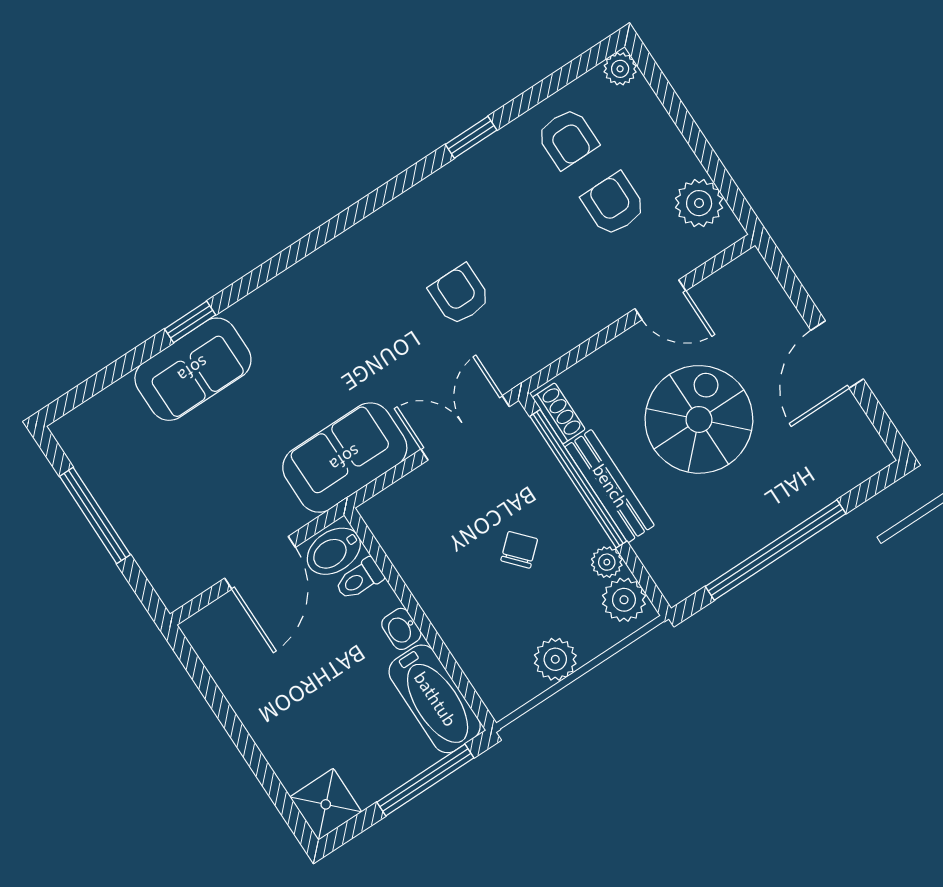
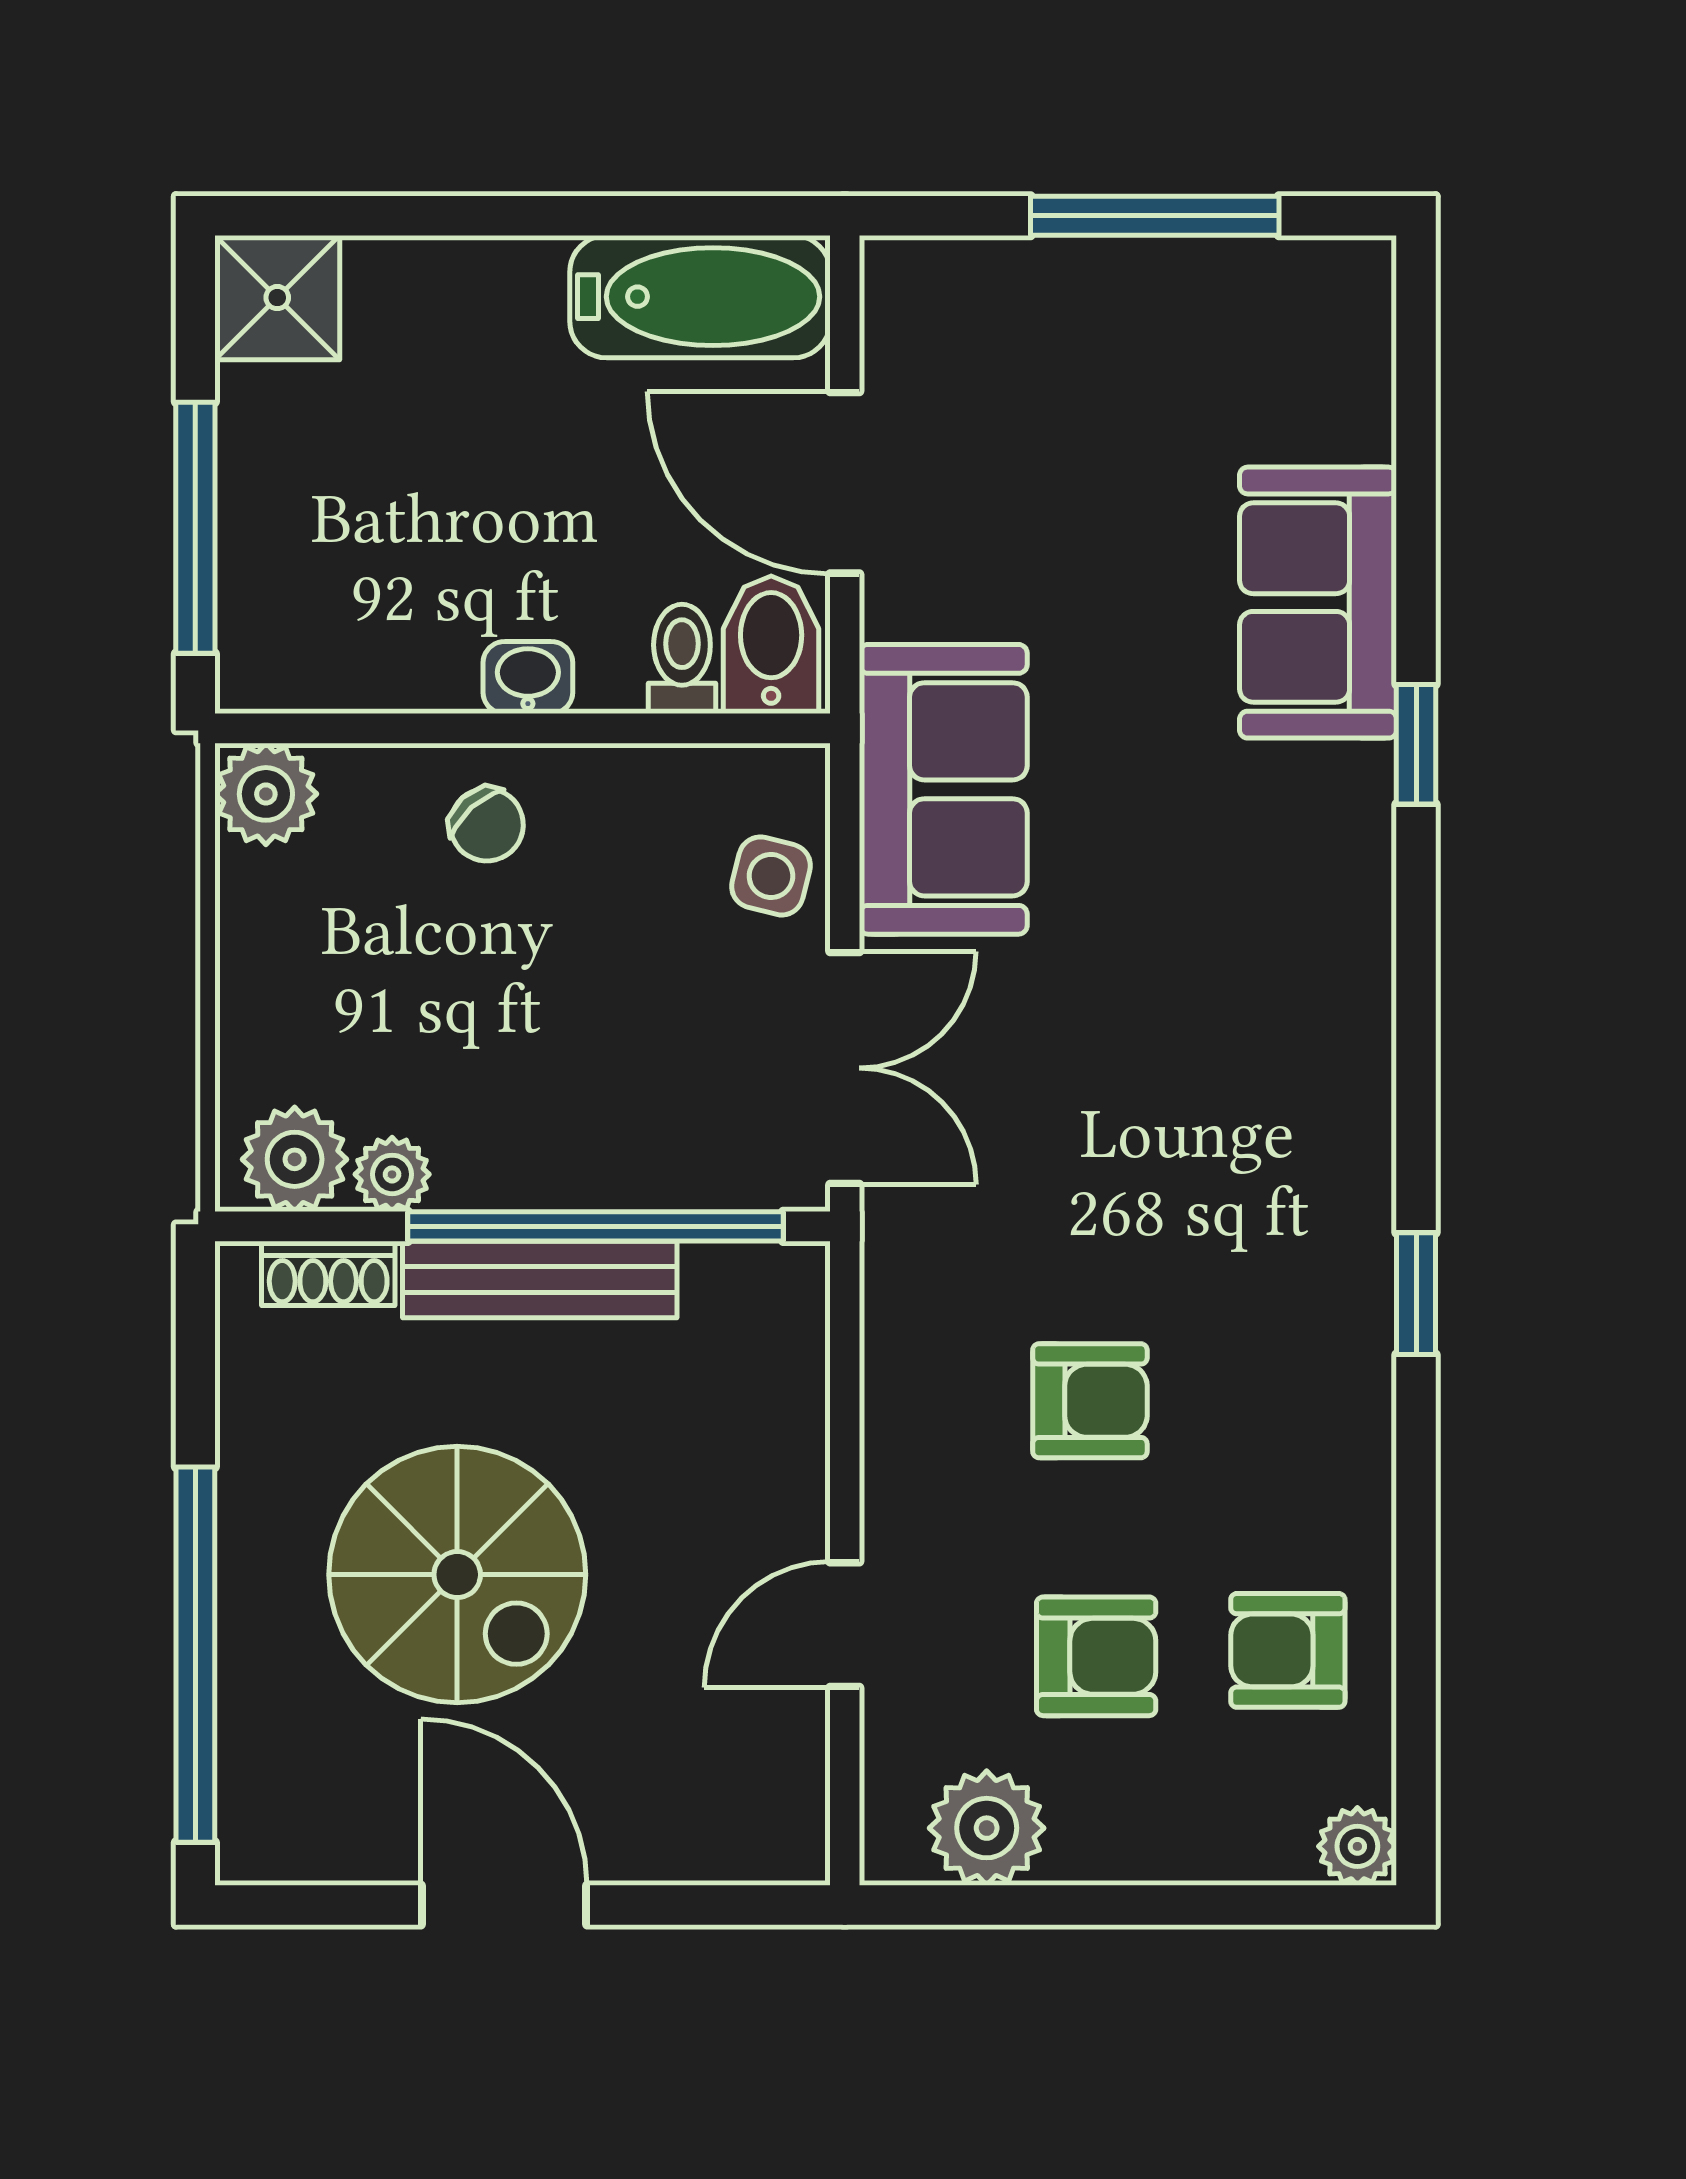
window: (471, 137) -> (1416, 1294), moved
armchair: (460, 295) -> (1090, 1401), moved
window: (190, 322) -> (1416, 744), moved
shoe rack: (559, 413) -> (328, 1273), moved
spiral stairs: (699, 419) -> (457, 1575), moved
side table: (415, 498) -> (771, 876), added
chair: (519, 550) -> (487, 825), moved
window: (776, 550) -> (195, 1655), moved
plant: (555, 659) -> (266, 794), moved
bathtub: (435, 699) -> (700, 297), moved, turned 180

